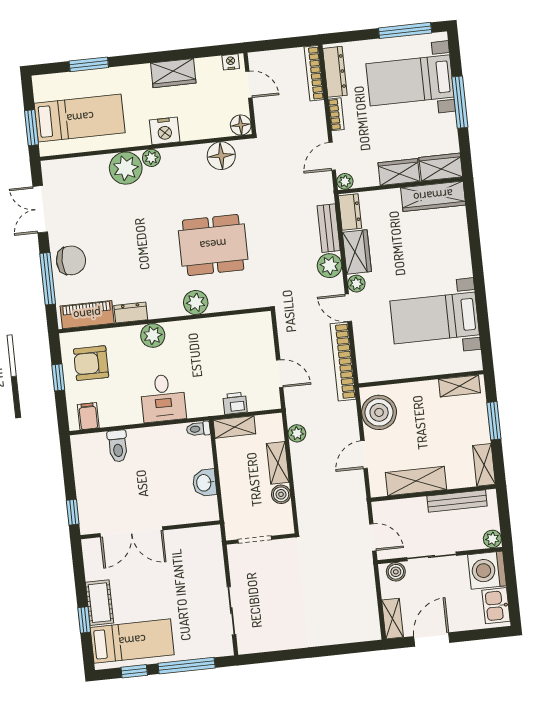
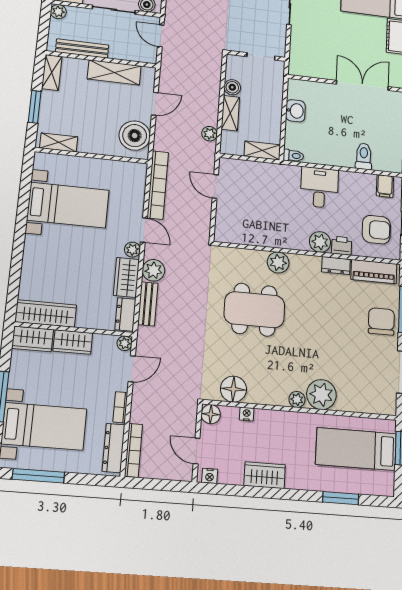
nightstand: (165, 131) -> (247, 414), moved, width x0.53, depth x0.56
chair: (71, 260) -> (381, 321), turned 90
printer: (235, 403) -> (342, 246), moved, turned 180

